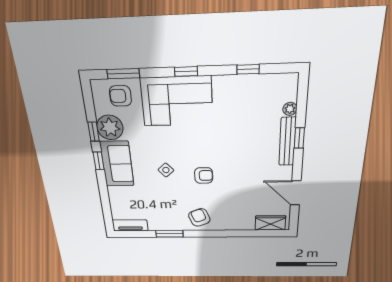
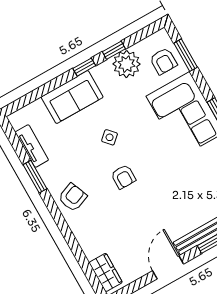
armchair: (120, 96) -> (163, 61), turned 180
sofa: (117, 164) -> (72, 97), moved
door: (296, 193) -> (168, 267), moved
tv unit: (130, 225) -> (32, 146), moved

